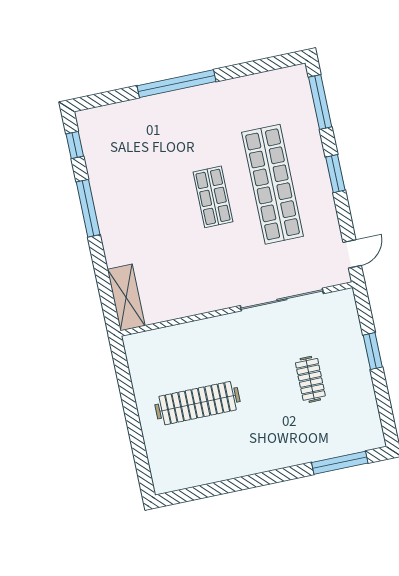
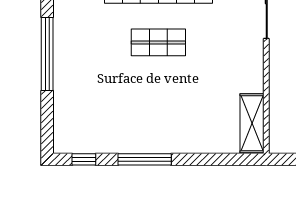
shelving: (126, 298) -> (252, 123), moved, turned 90

